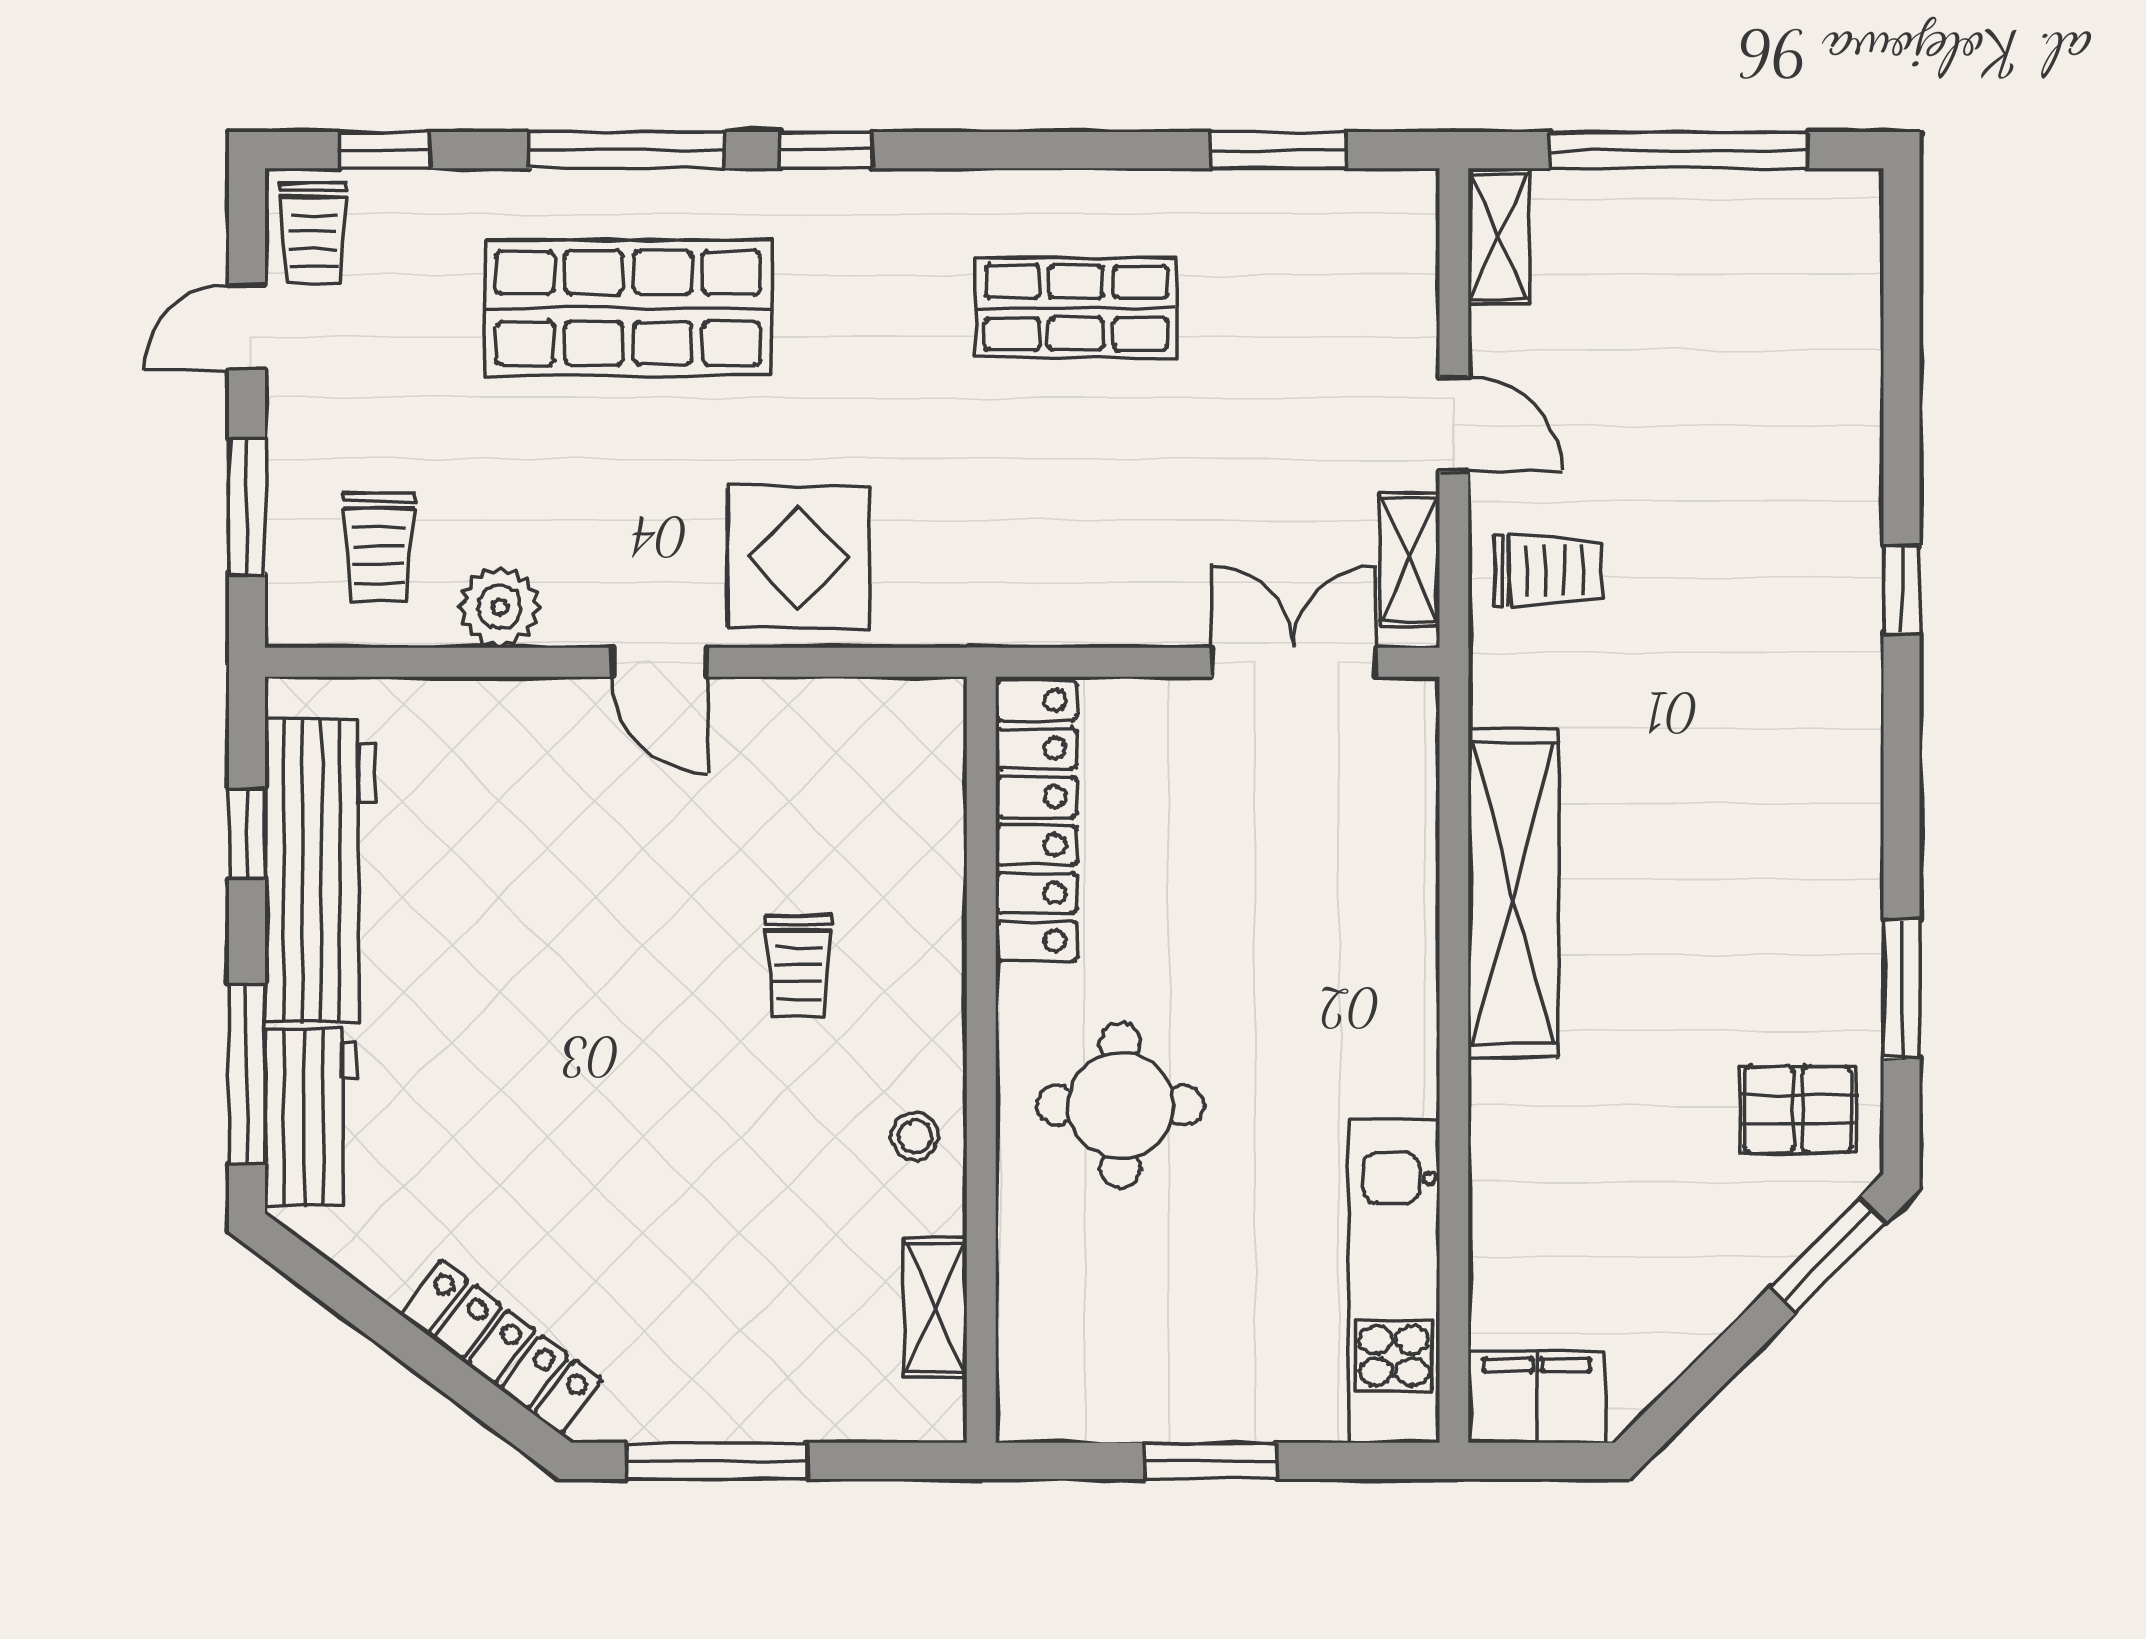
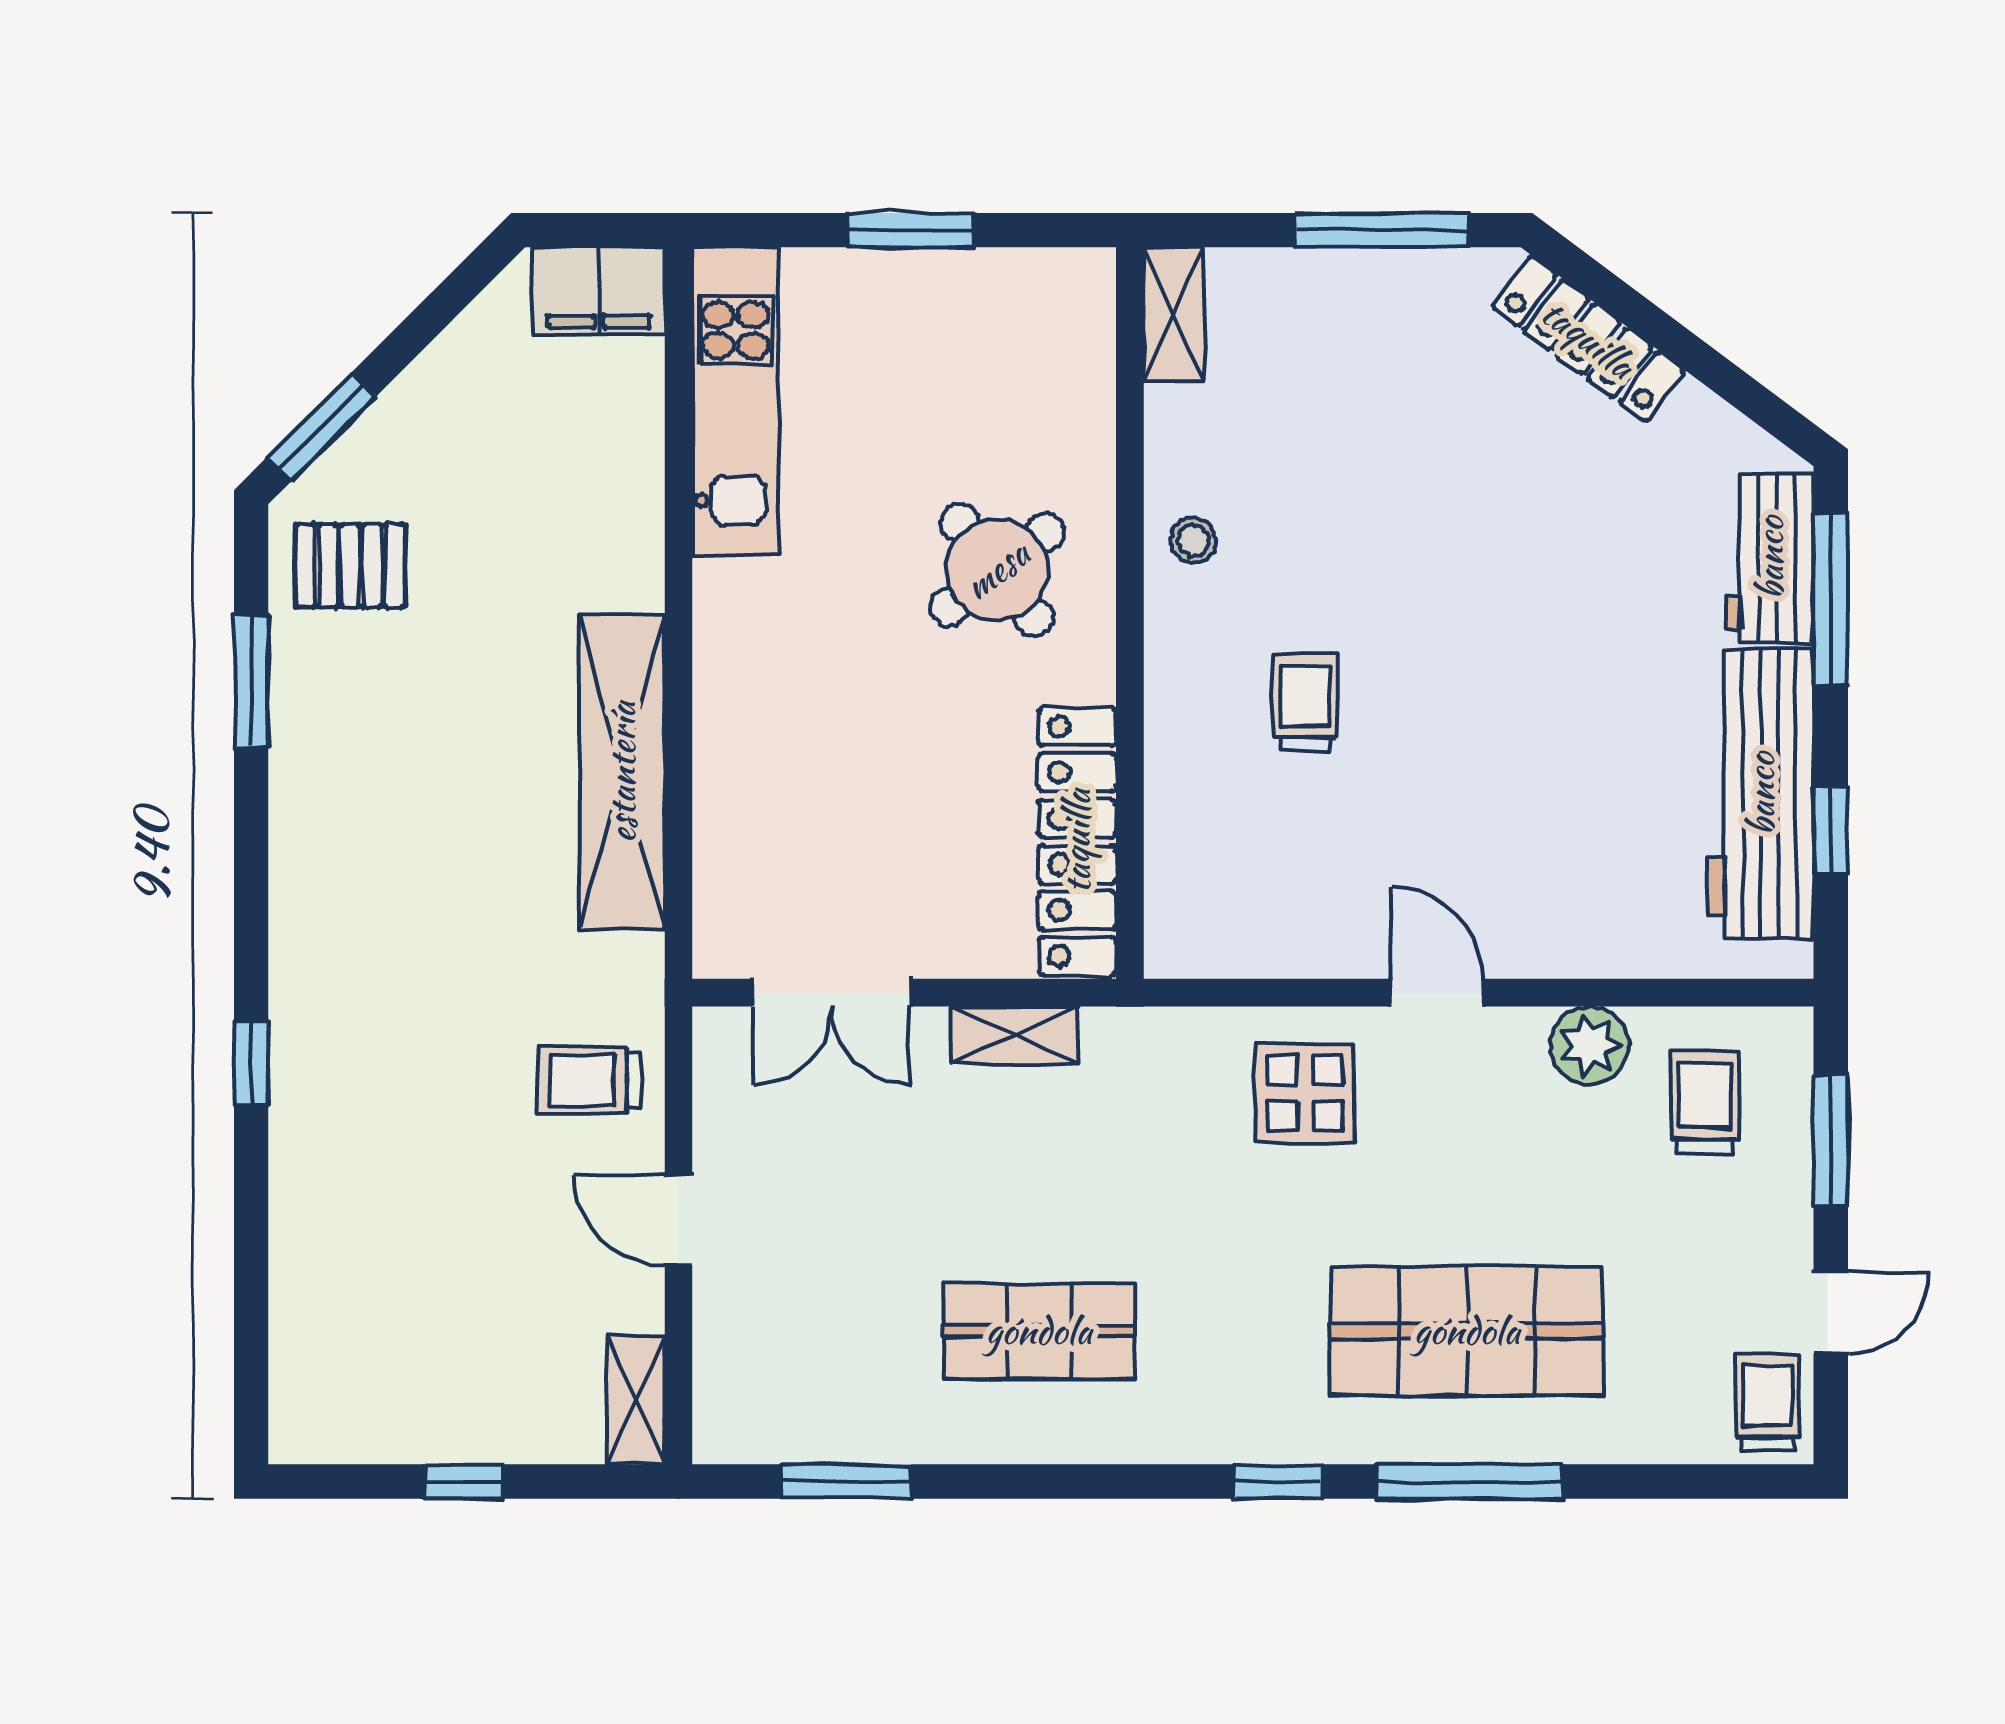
window: (384, 150) -> (1700, 1482), removed
window: (1679, 150) -> (463, 1482), width x0.32
display table: (798, 557) -> (1305, 1093), width x0.73, depth x0.73
shelving: (1409, 560) -> (1014, 1035), moved, turned 90
round table: (1120, 1105) -> (997, 570), turned -38
shelving: (935, 1307) -> (1174, 314), moved

